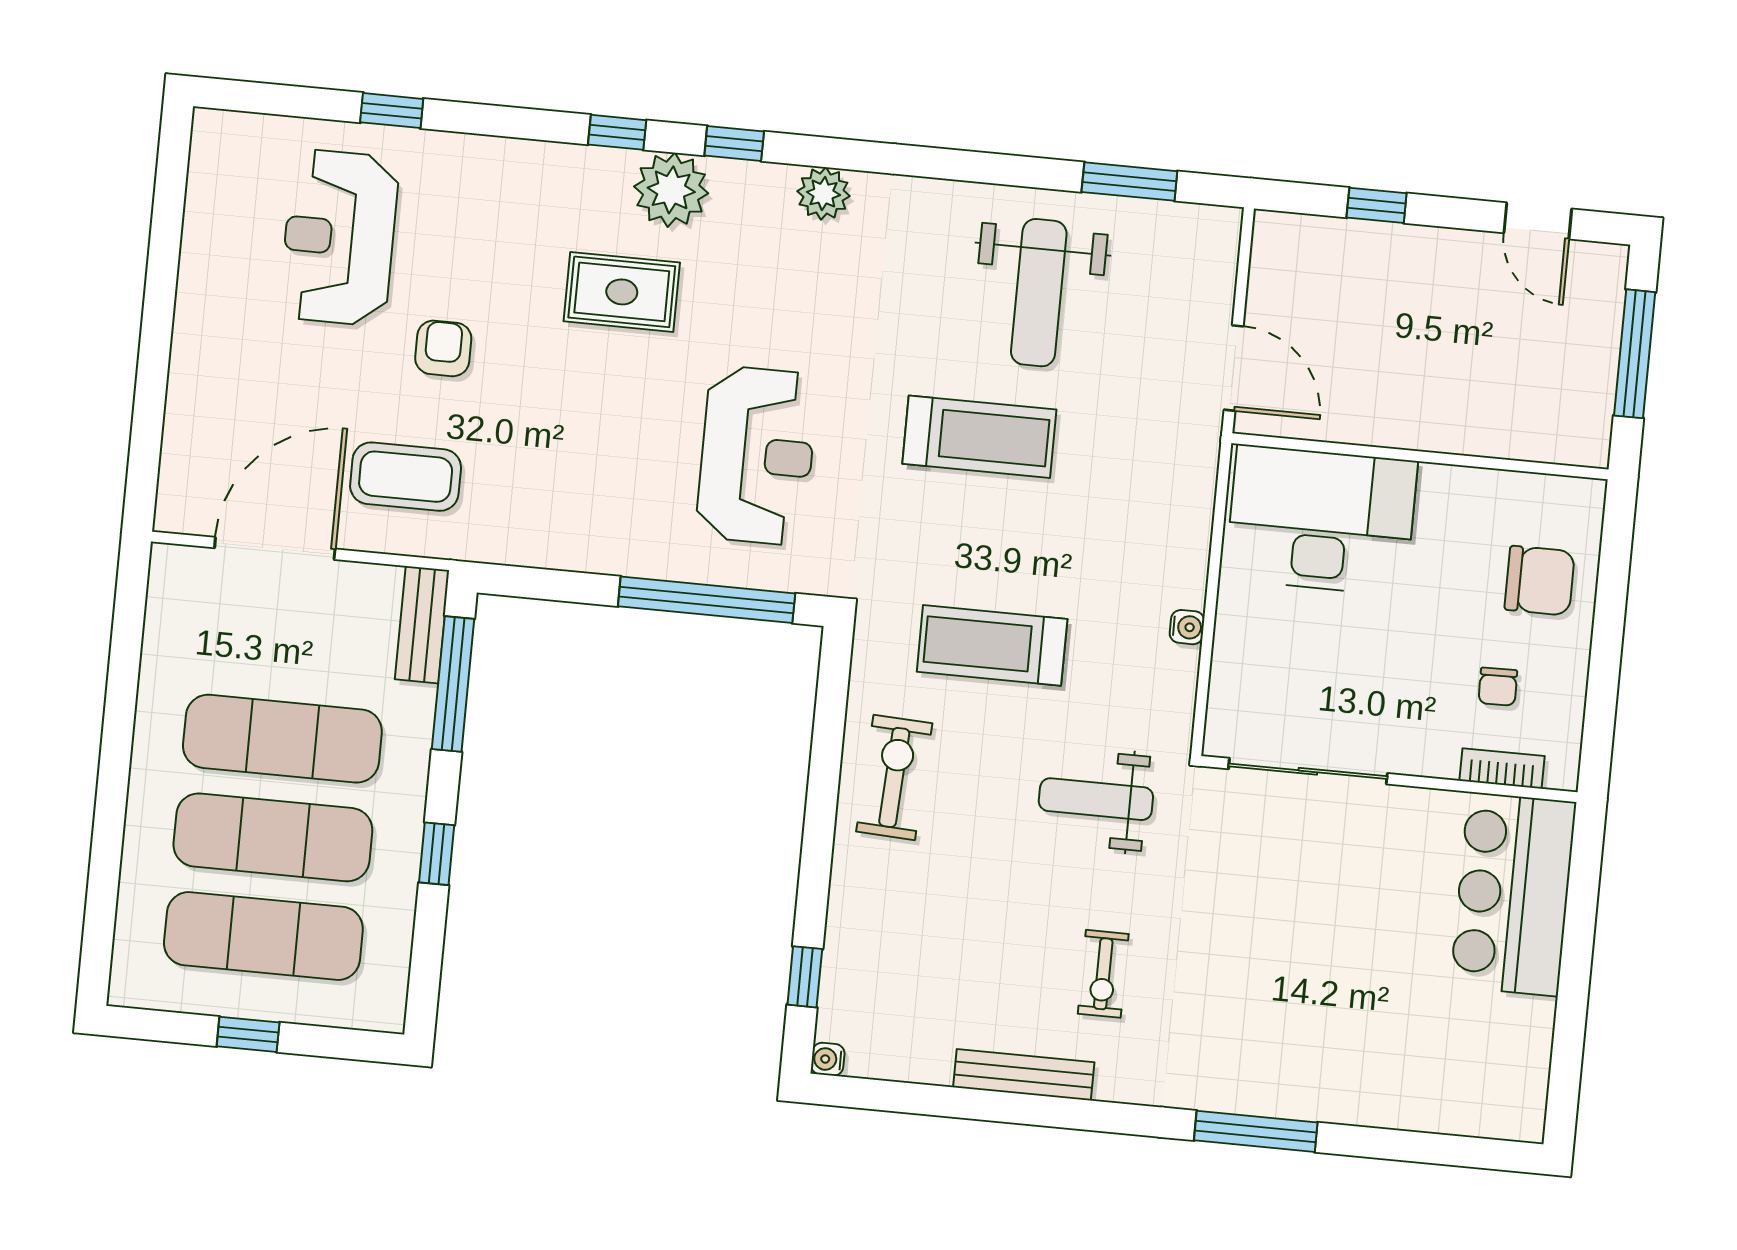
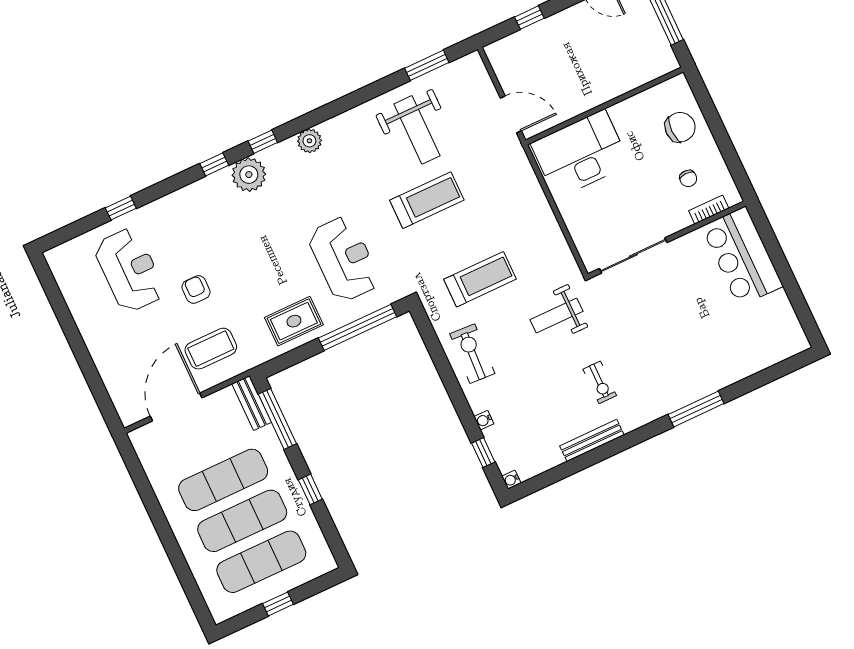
reception desk: (339, 237) -> (129, 270), turned 180
rug: (622, 292) -> (294, 321), moved
water cooler: (1187, 627) -> (484, 420), moved, turned 180
treadmill: (992, 645) -> (480, 279), turned 180

